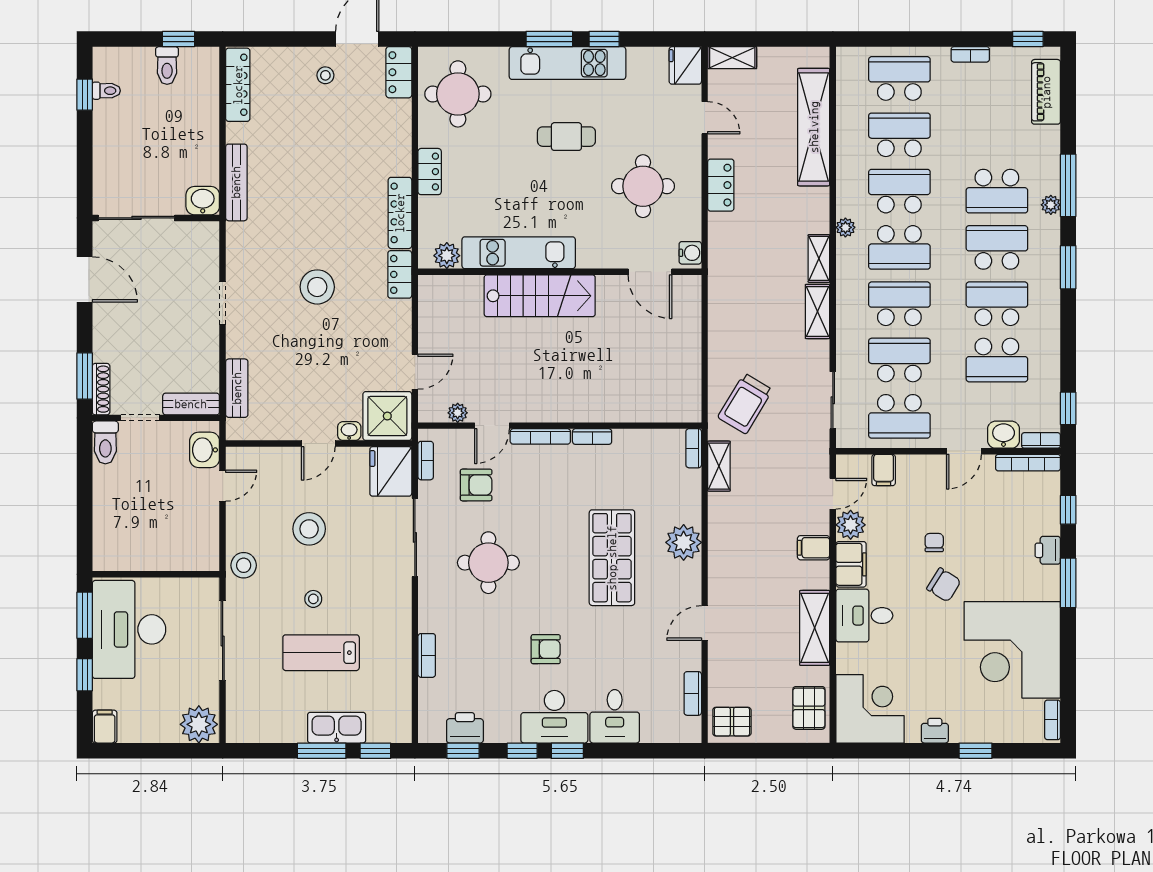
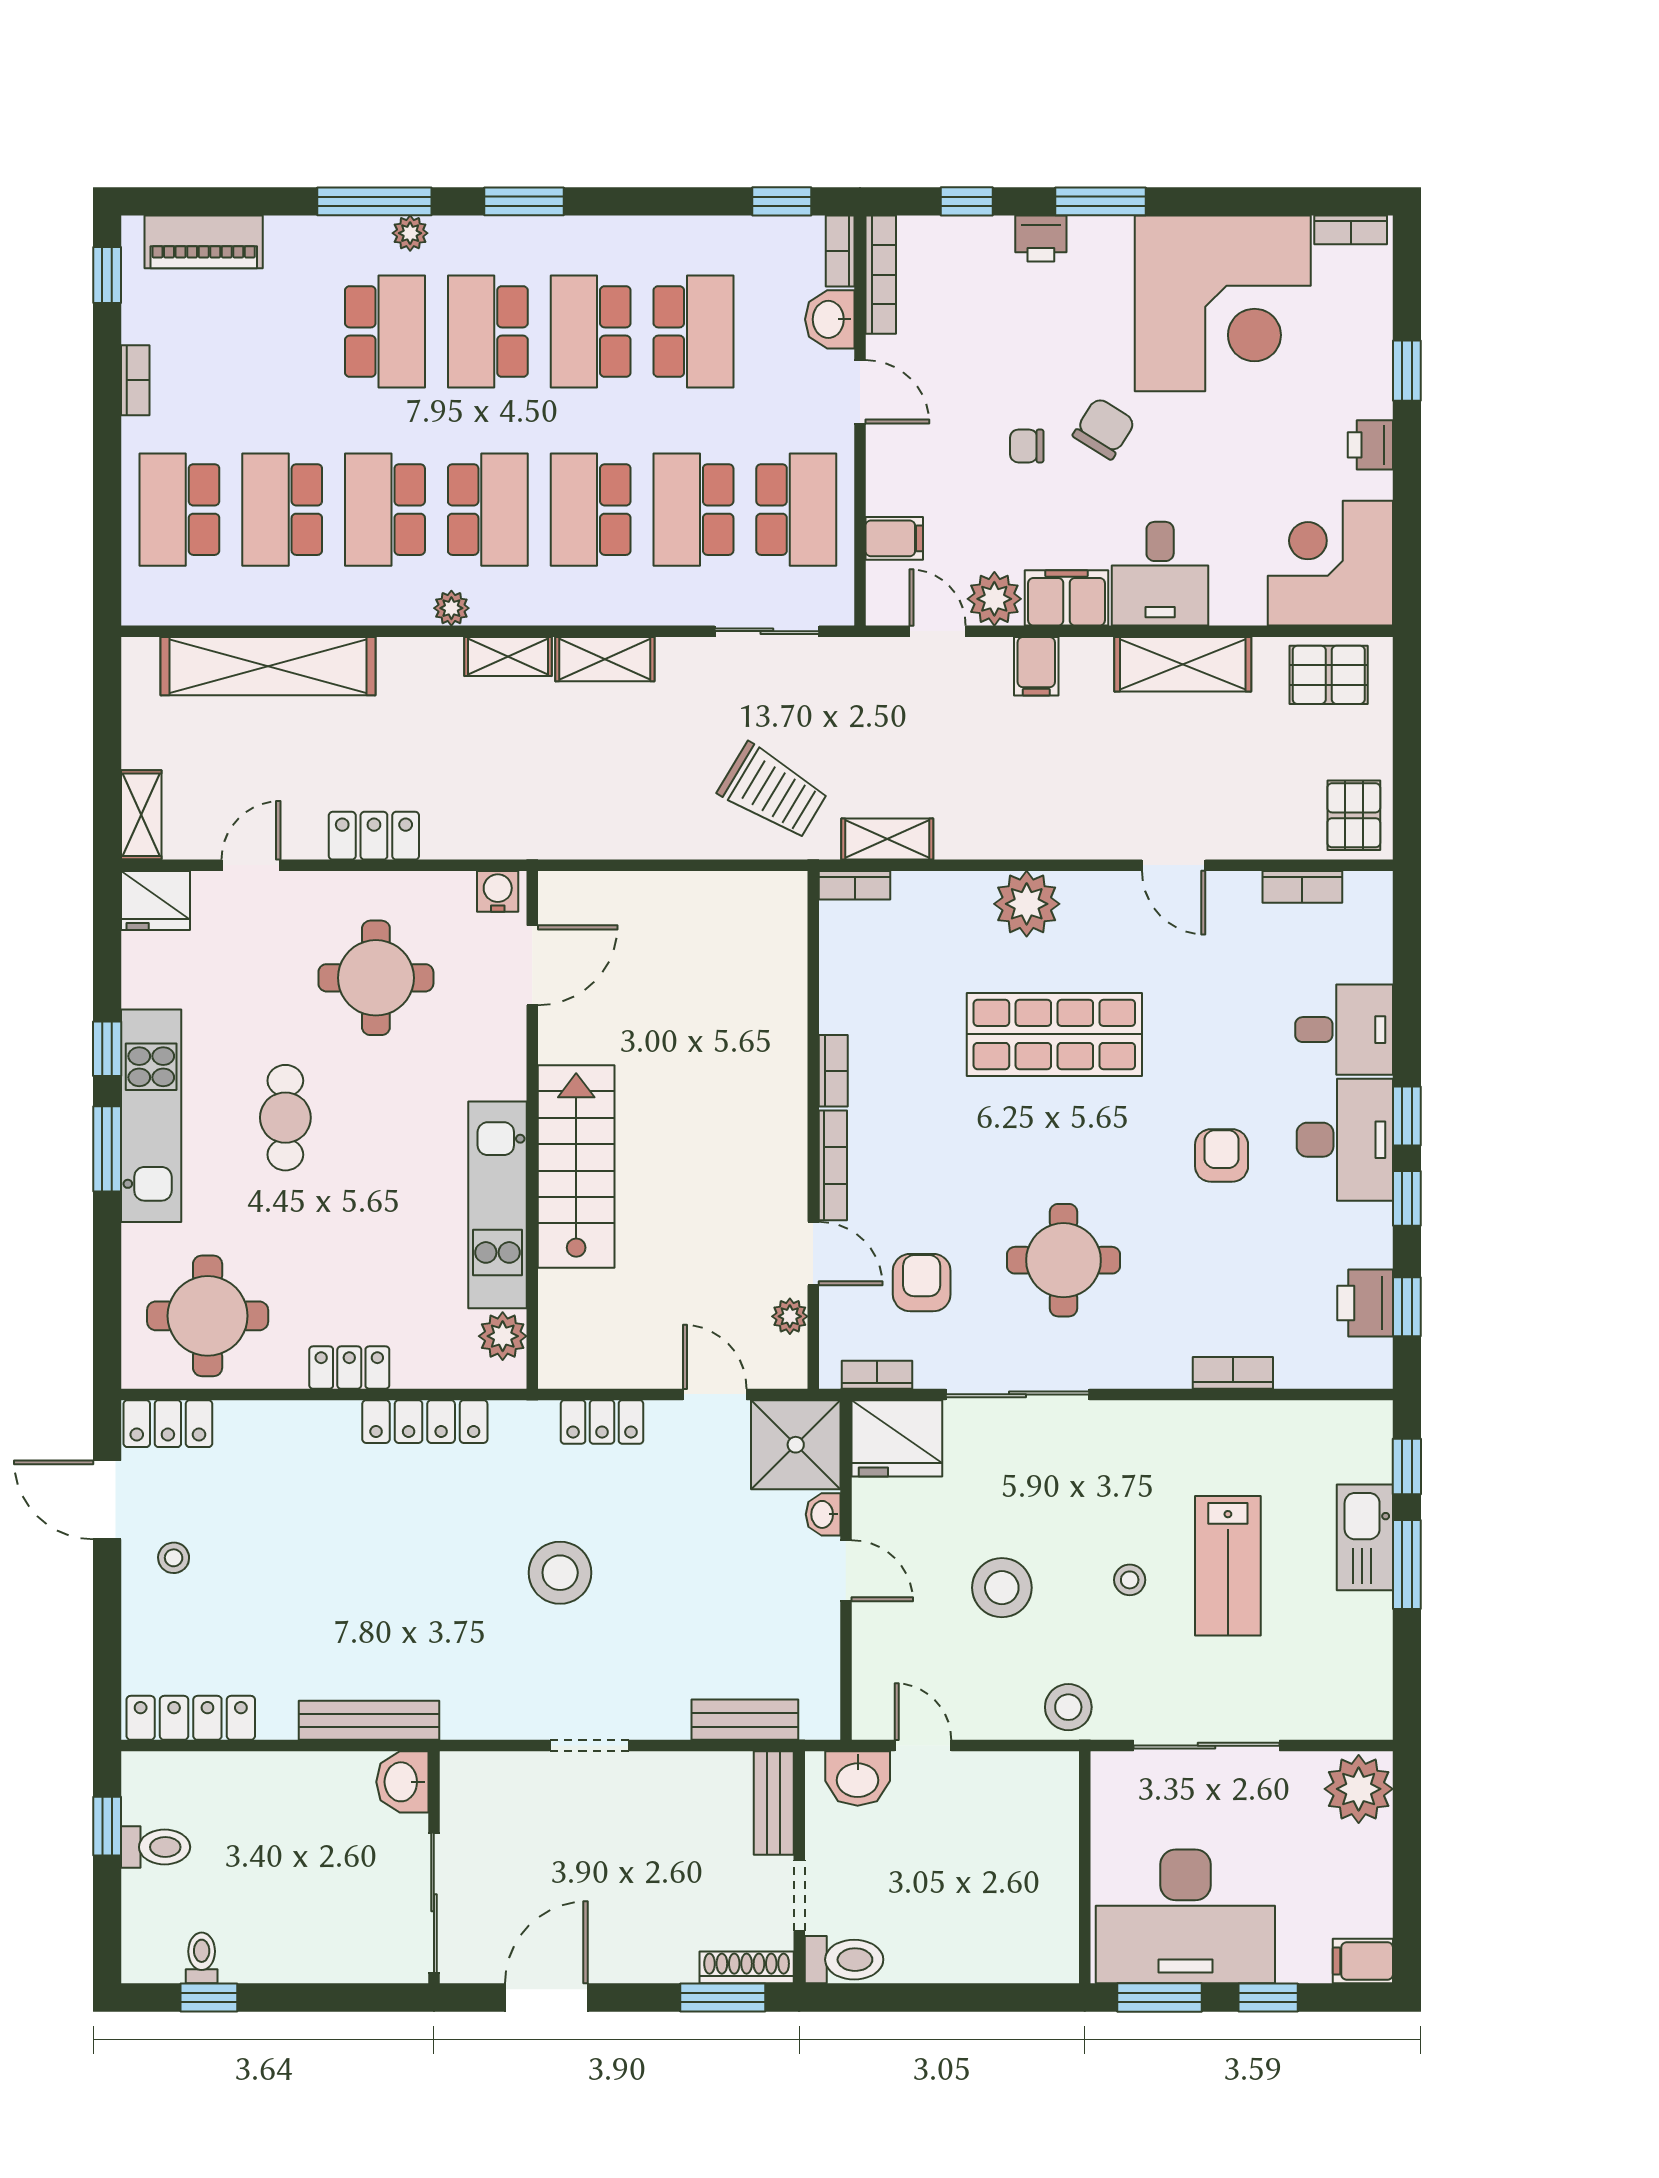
locker: (400, 274) -> (602, 1422), moved

